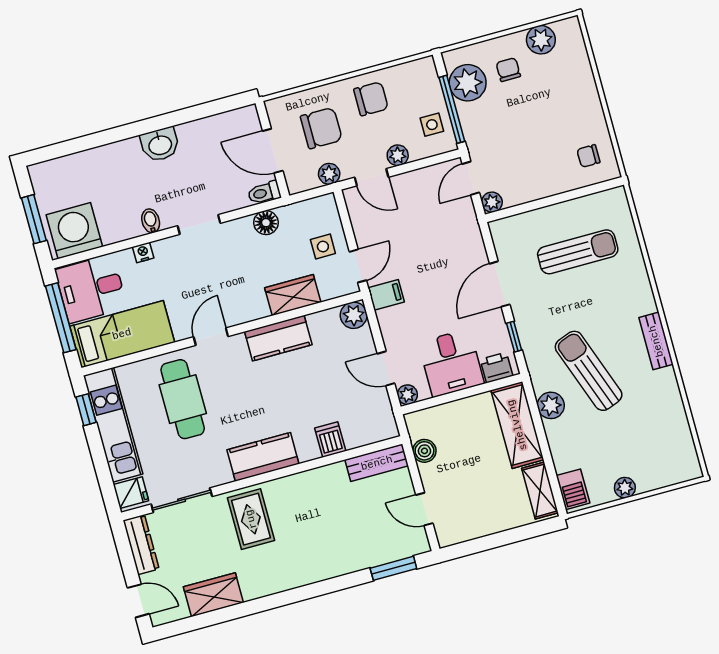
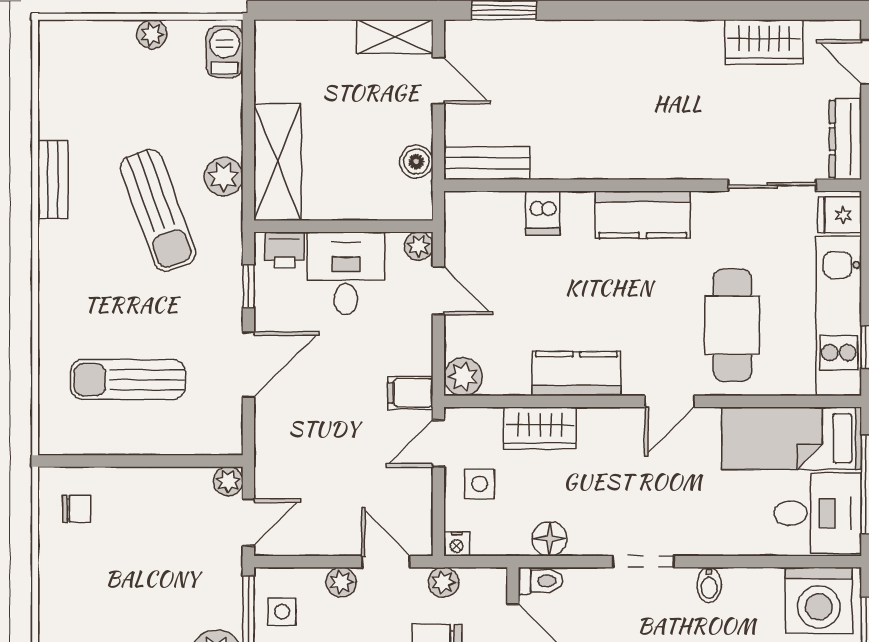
nightstand: (143, 252) -> (457, 544), moved
bench: (656, 341) -> (53, 179), moved
shelving: (540, 491) -> (395, 37), moved, turned 90
rug: (251, 519) -> (683, 133), removed

